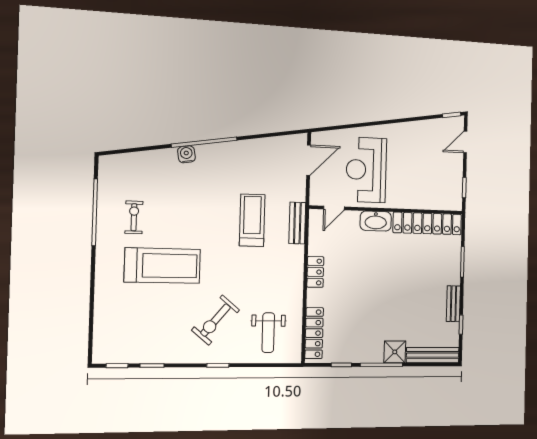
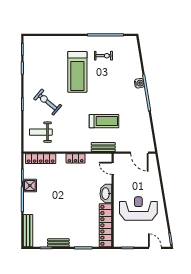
reception desk: (366, 170) -> (138, 209), moved
shower: (395, 352) -> (30, 186), moved

